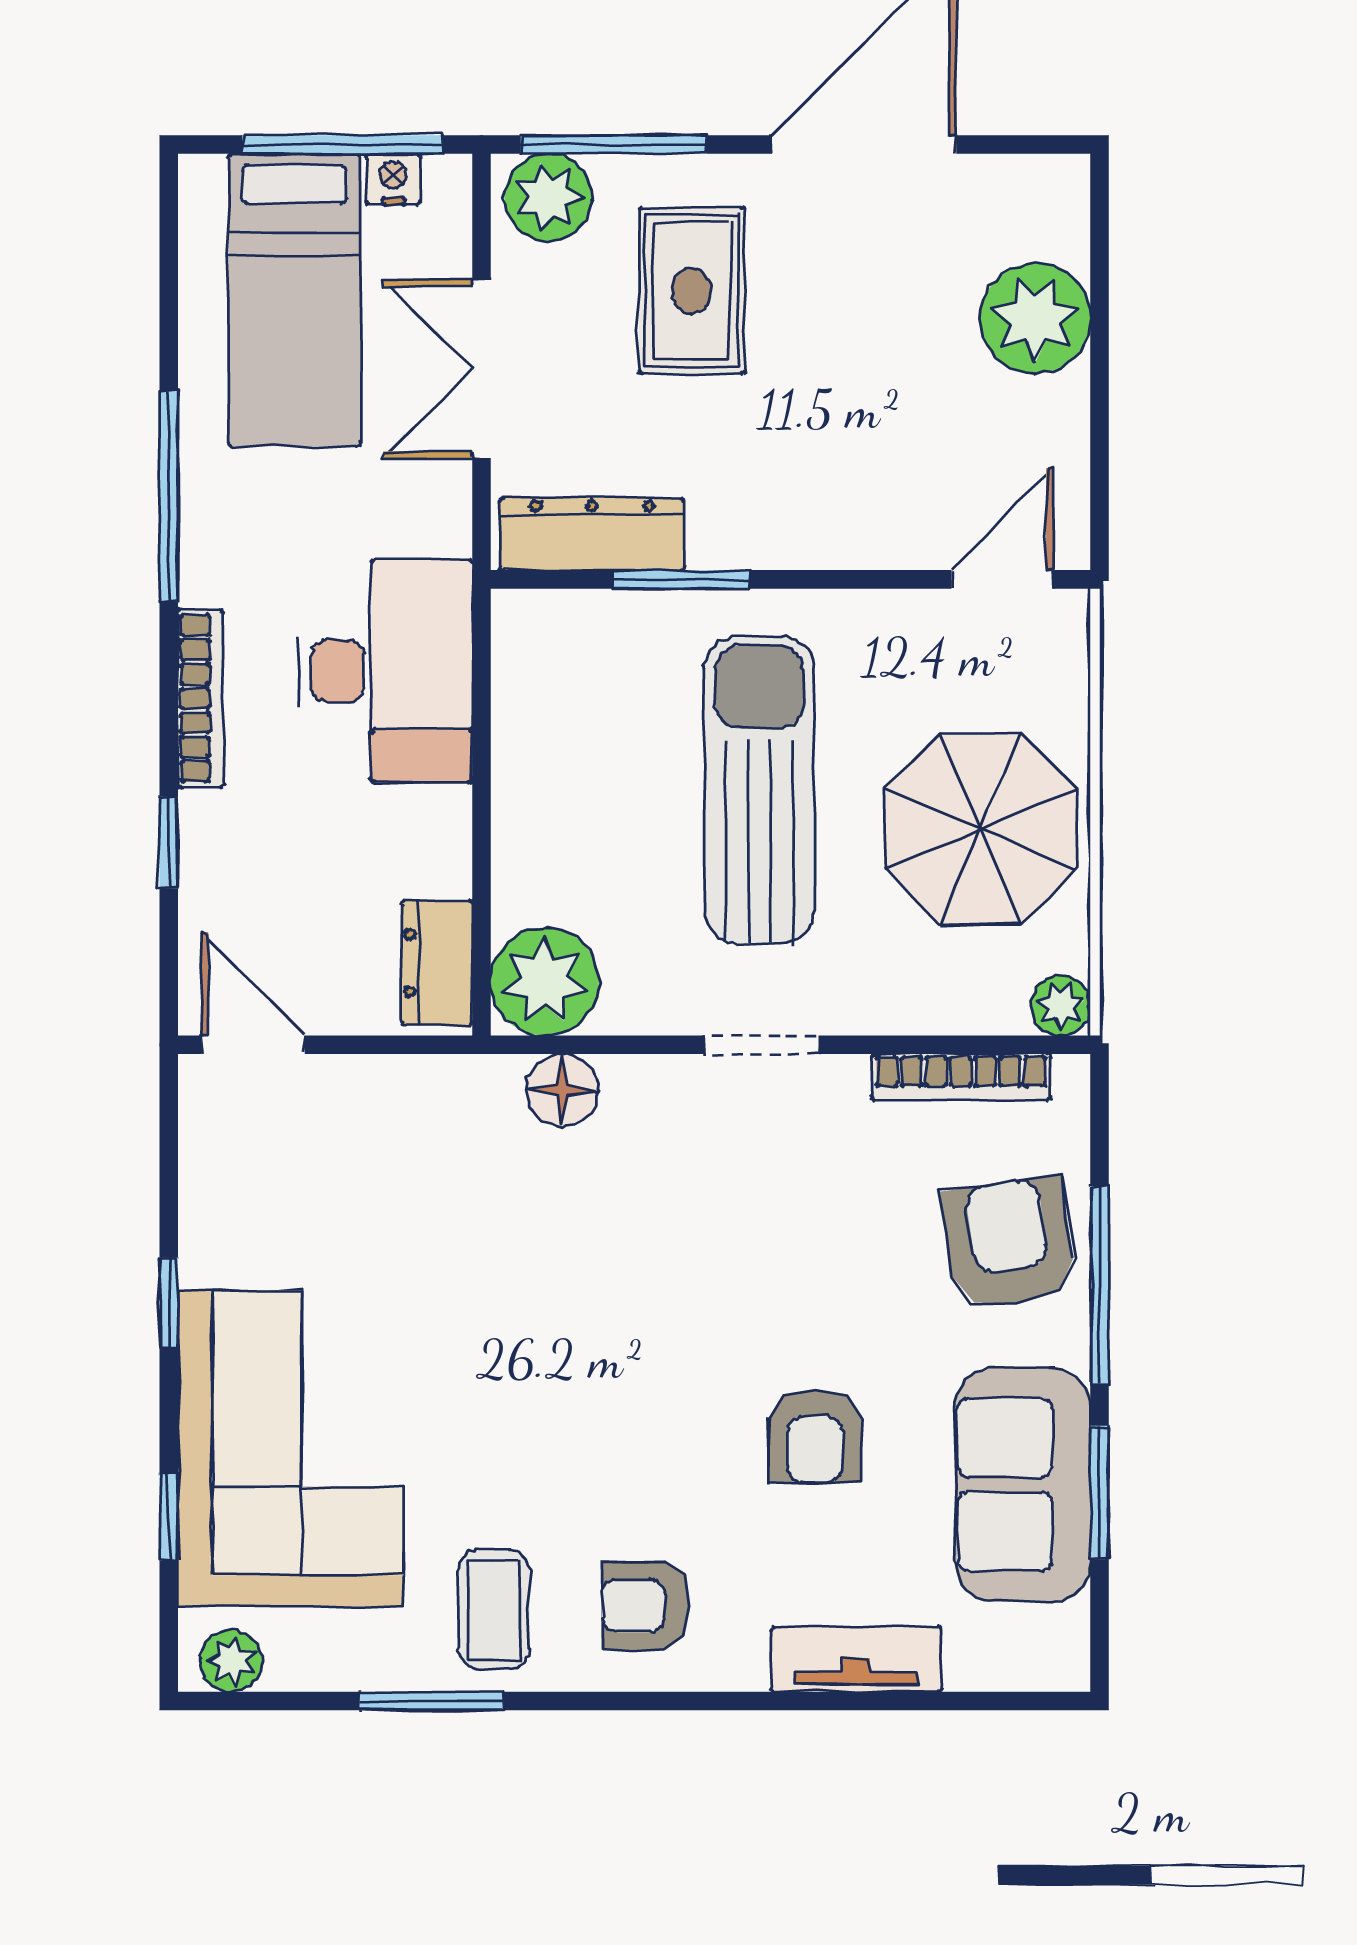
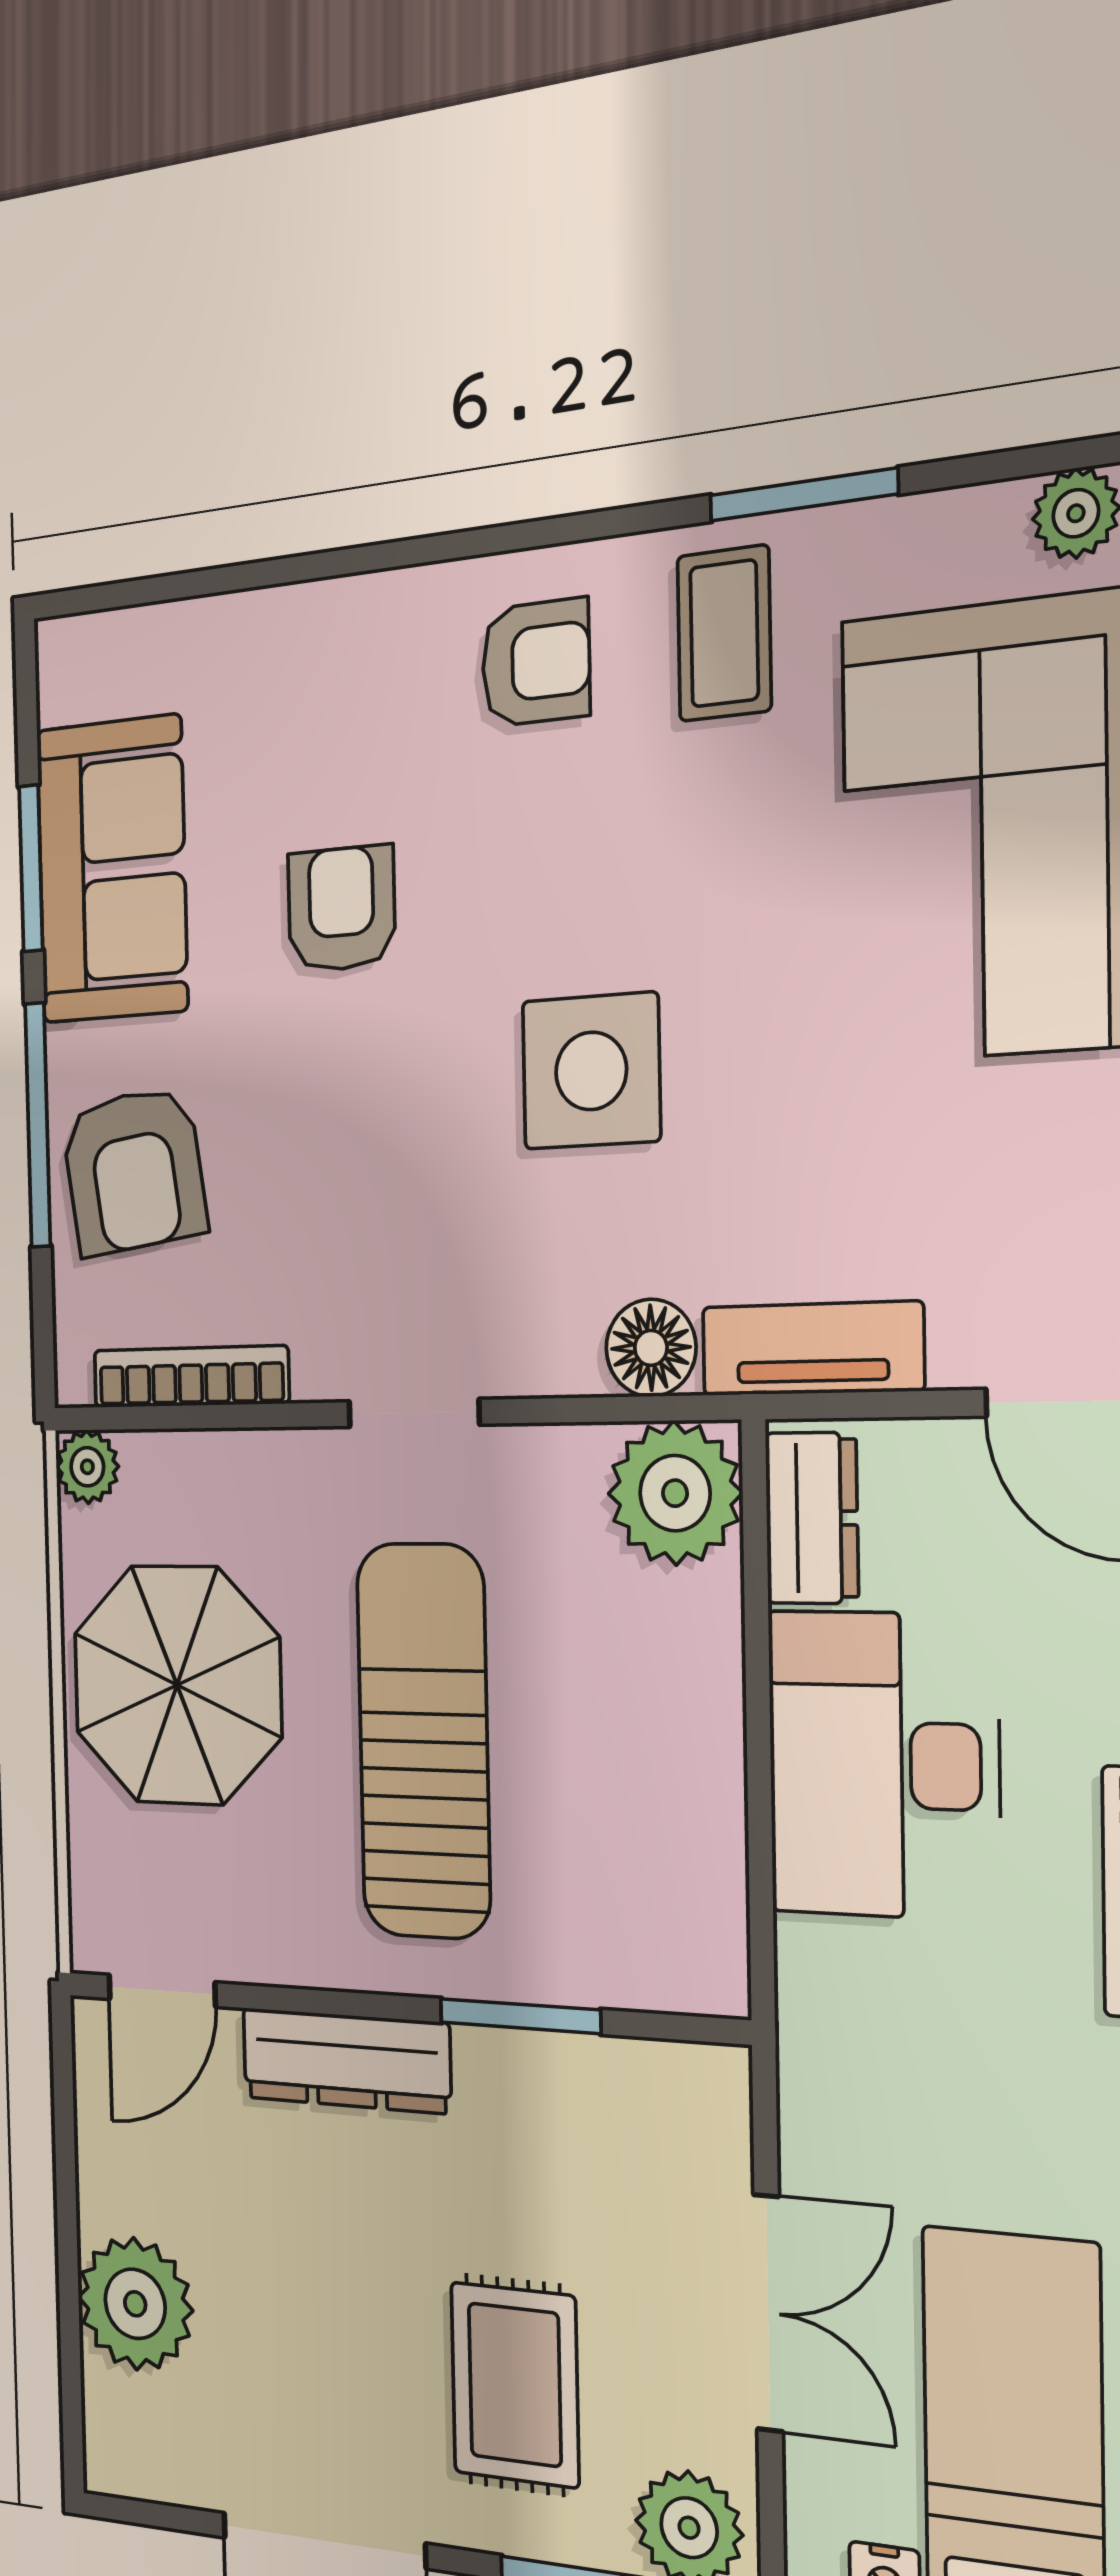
dresser: (592, 534) -> (346, 2060), moved
desk: (385, 671) -> (883, 1765), moved
sun lounger: (759, 790) -> (423, 1741), turned 180
side table: (606, 1299) -> (591, 1071), added
tv unit: (856, 1659) -> (812, 1349), moved, turned 180

